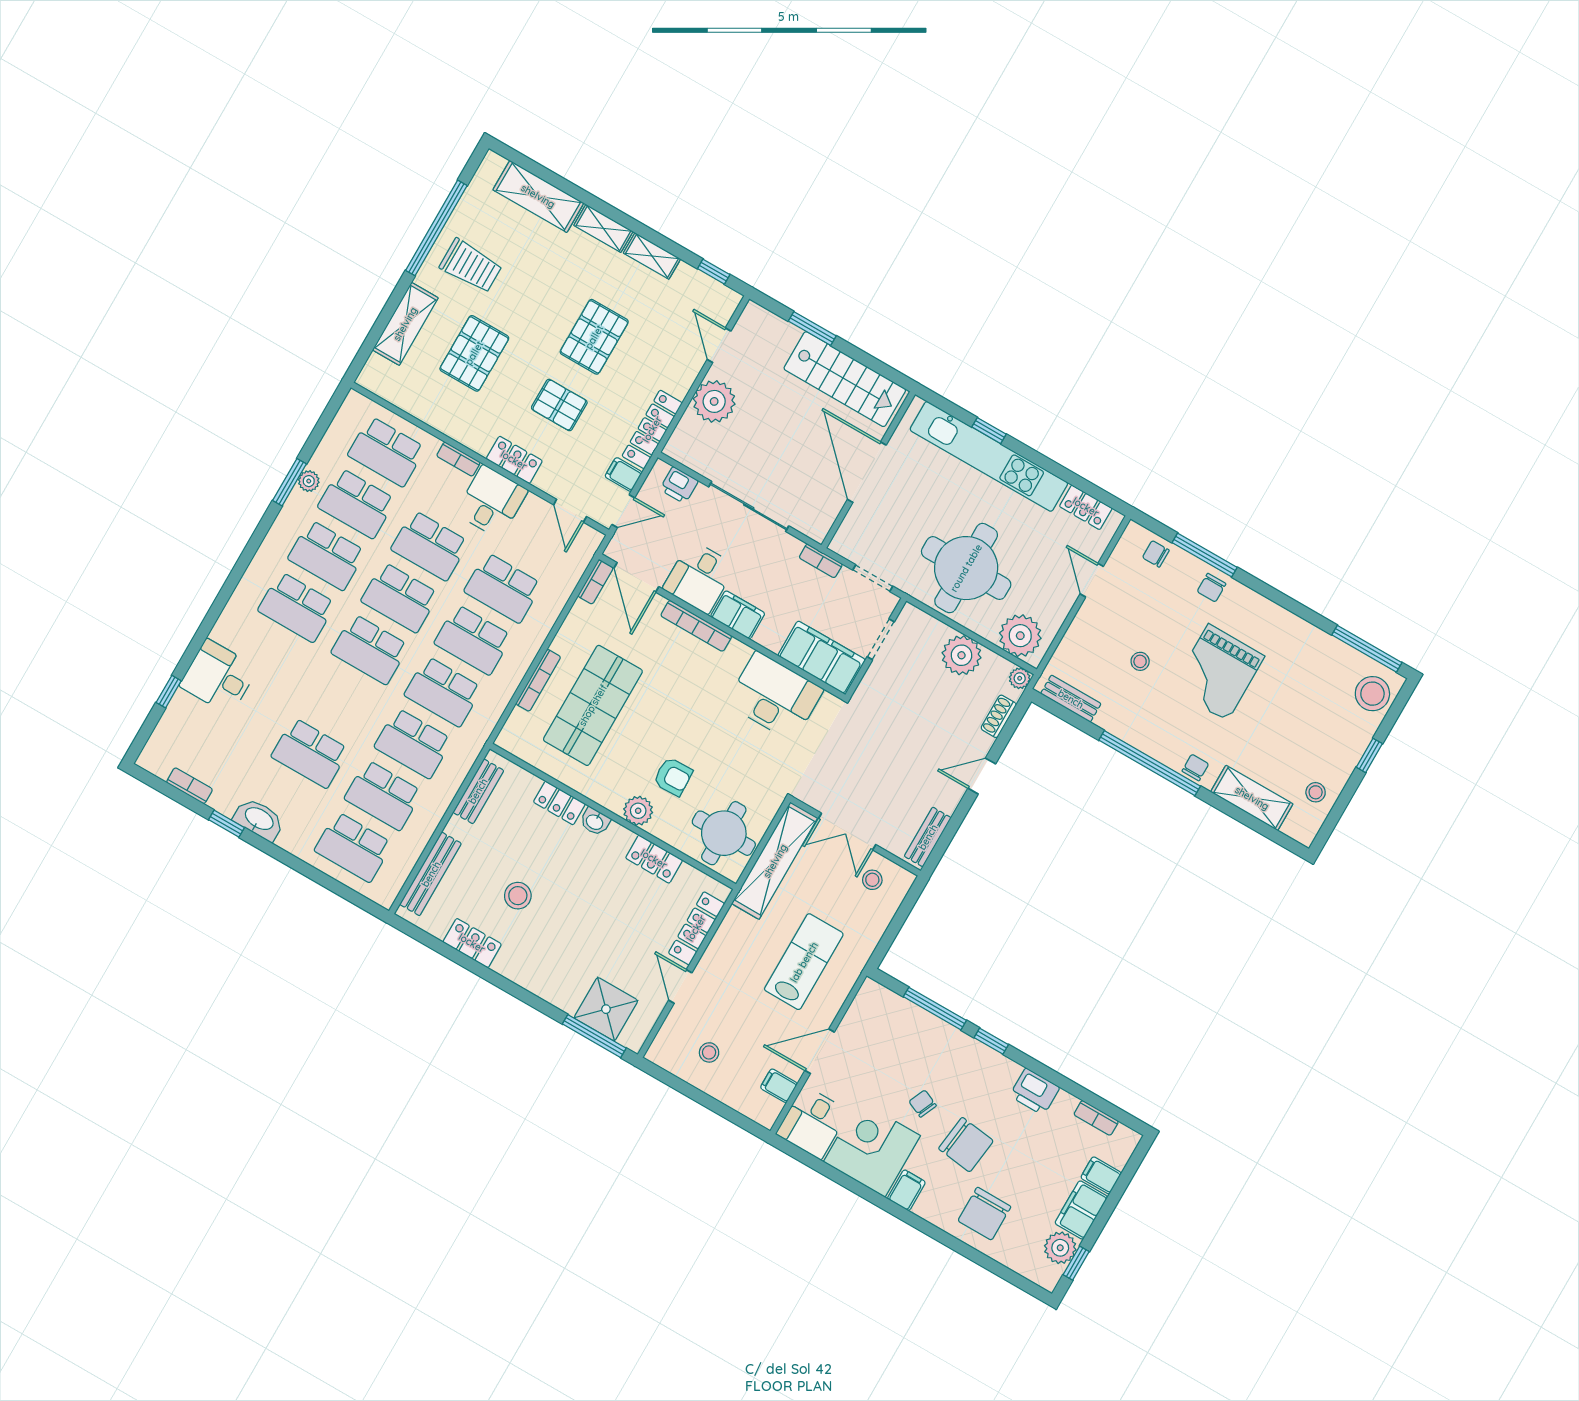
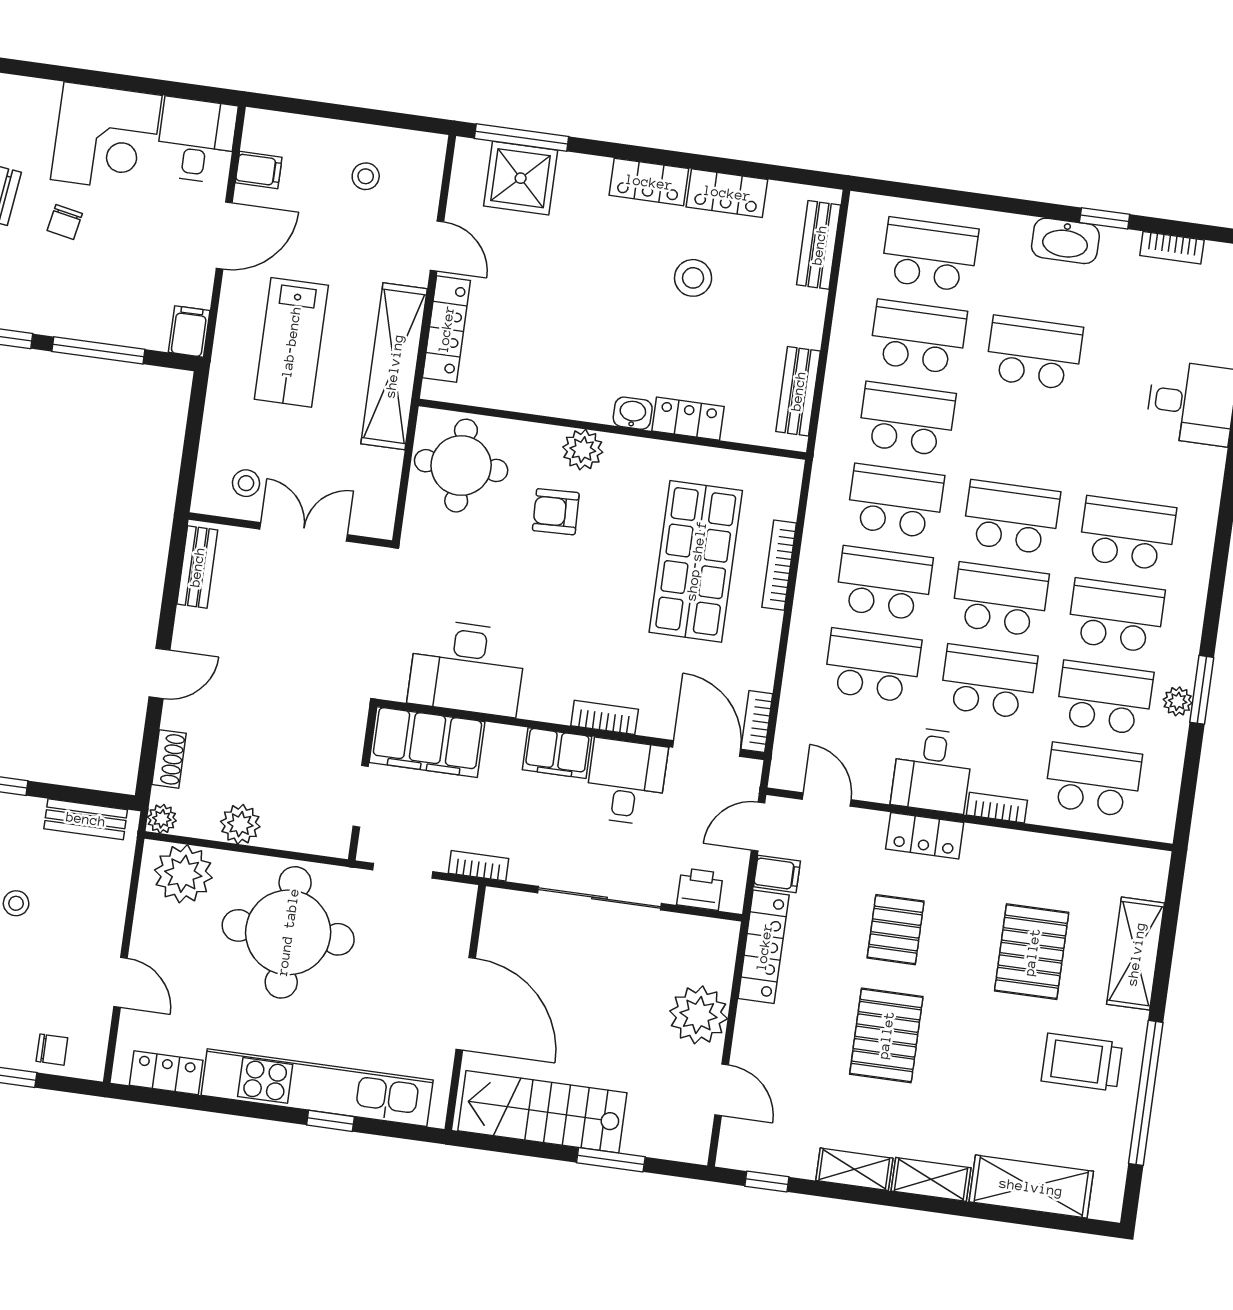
pallet: (559, 405) -> (896, 930), turned 90
bookcase: (696, 626) -> (605, 717), width x0.64
plant: (961, 655) -> (240, 824), width x0.73, depth x0.73
locker: (654, 859) -> (649, 182), moved, turned 180
shelving: (775, 861) -> (394, 366), moved
bench: (431, 874) -> (819, 245), width x0.73
chair: (923, 1104) -> (65, 222), turned 77
filing cabinet: (906, 1190) -> (189, 331), moved, turned 180

